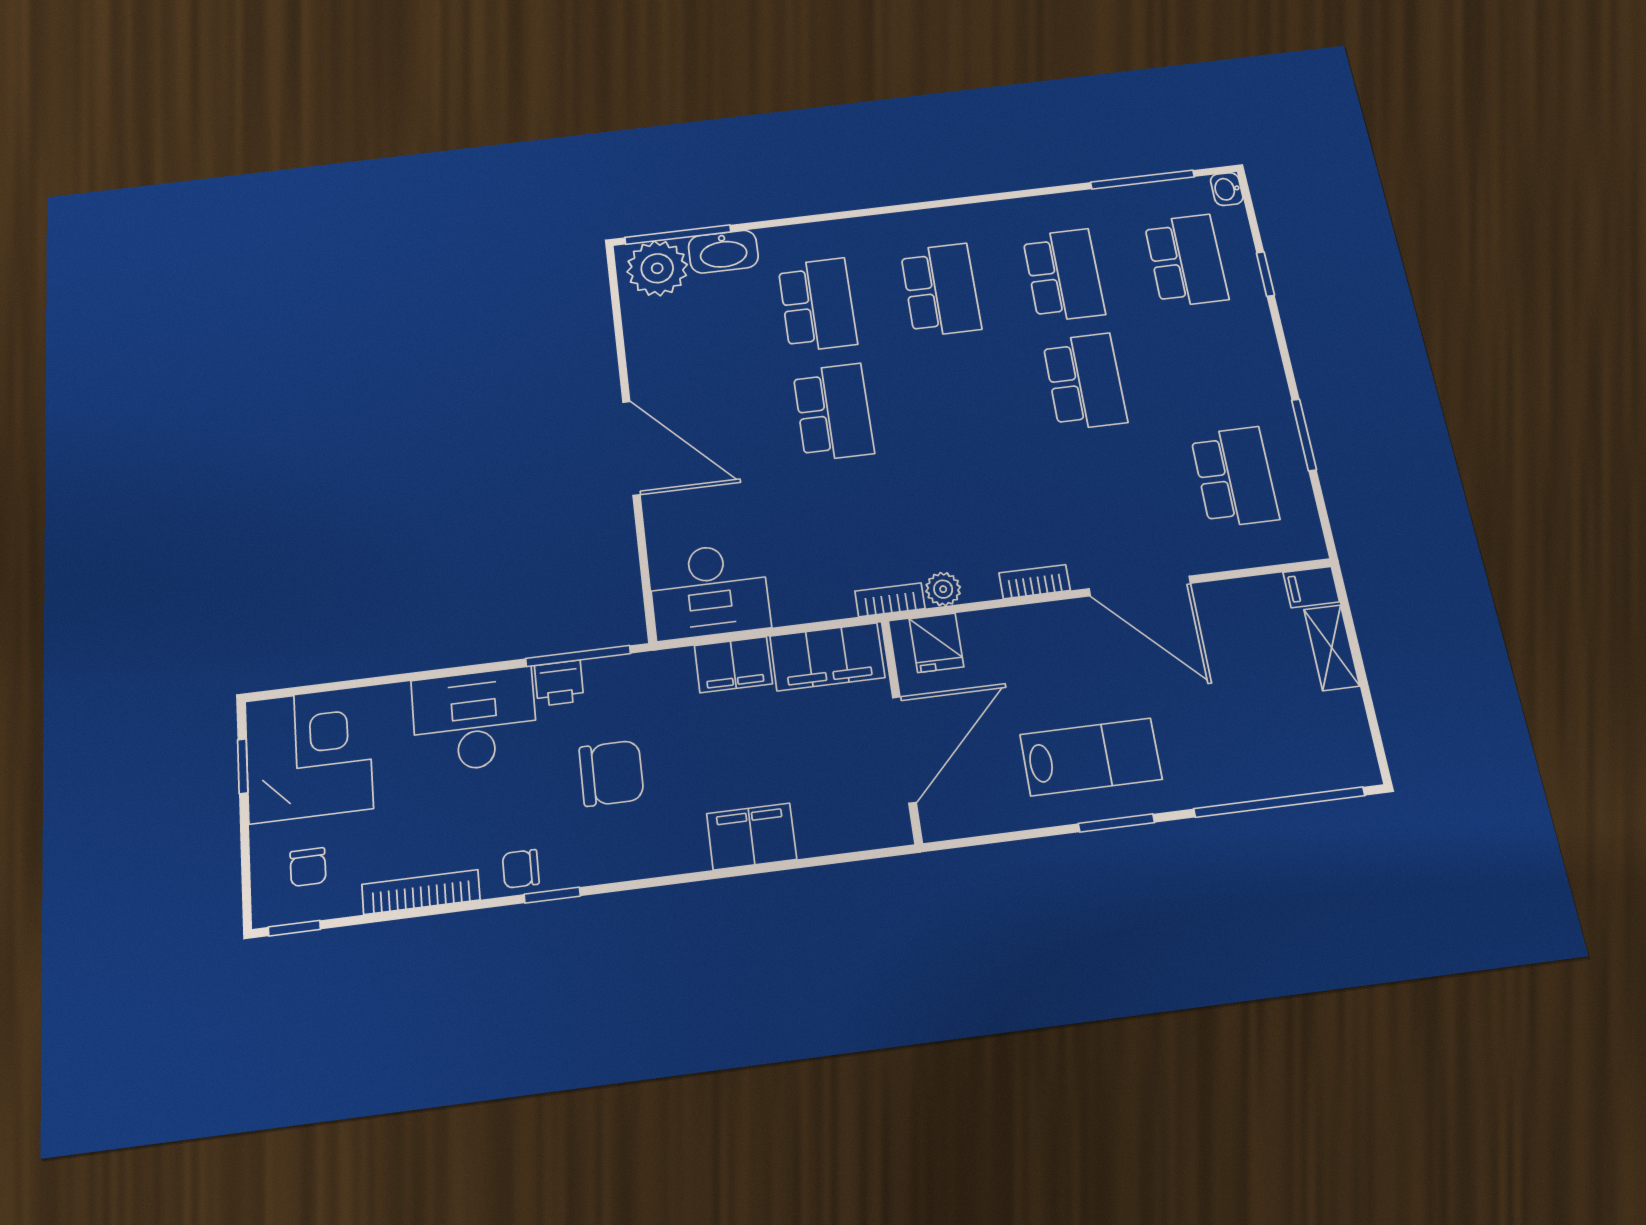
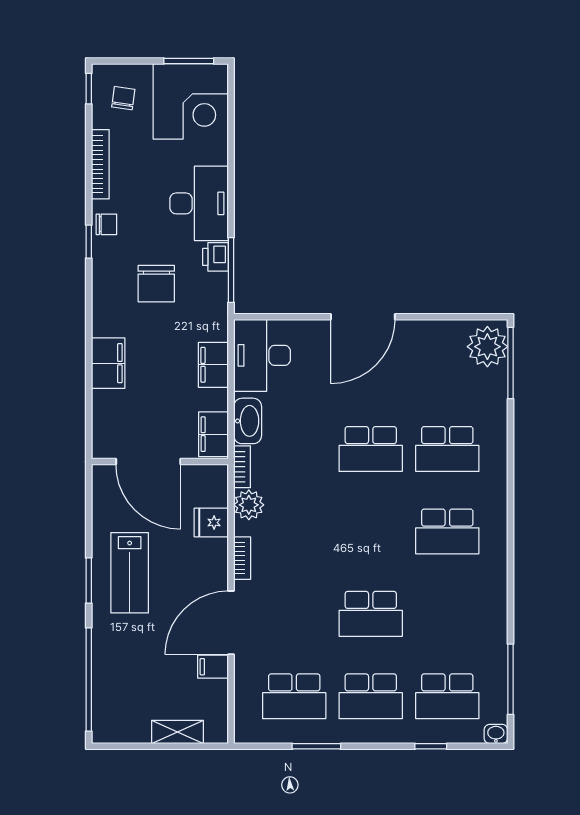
washbasin: (723, 252) -> (248, 421), moved, turned 180
school desk: (1064, 275) -> (371, 696), moved
filing cabinet: (1311, 587) -> (213, 667), moved, turned -90
plant: (943, 589) -> (249, 505), width x1.38, depth x1.38
fridge: (936, 643) -> (211, 522), moved
filing cabinet: (827, 657) -> (214, 434), width x0.67, depth x0.86
window: (243, 766) -> (189, 61), width x1.50
chair: (308, 867) -> (123, 98), turned 98
chair: (521, 869) -> (106, 224), turned 90

